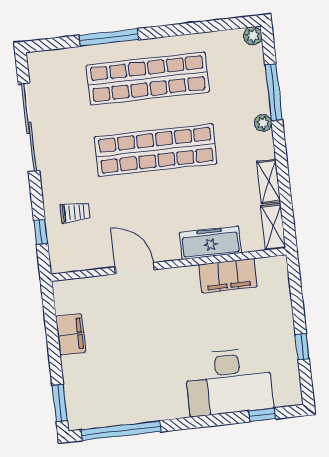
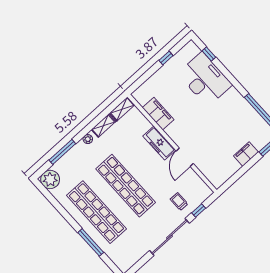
plant: (253, 36) -> (50, 179), width x1.88, depth x1.88
plant: (263, 123) -> (88, 139), moved
sliding door: (29, 127) -> (169, 237), moved
freezer: (210, 243) -> (159, 143), moved
filing cabinet: (71, 334) -> (246, 154), moved

